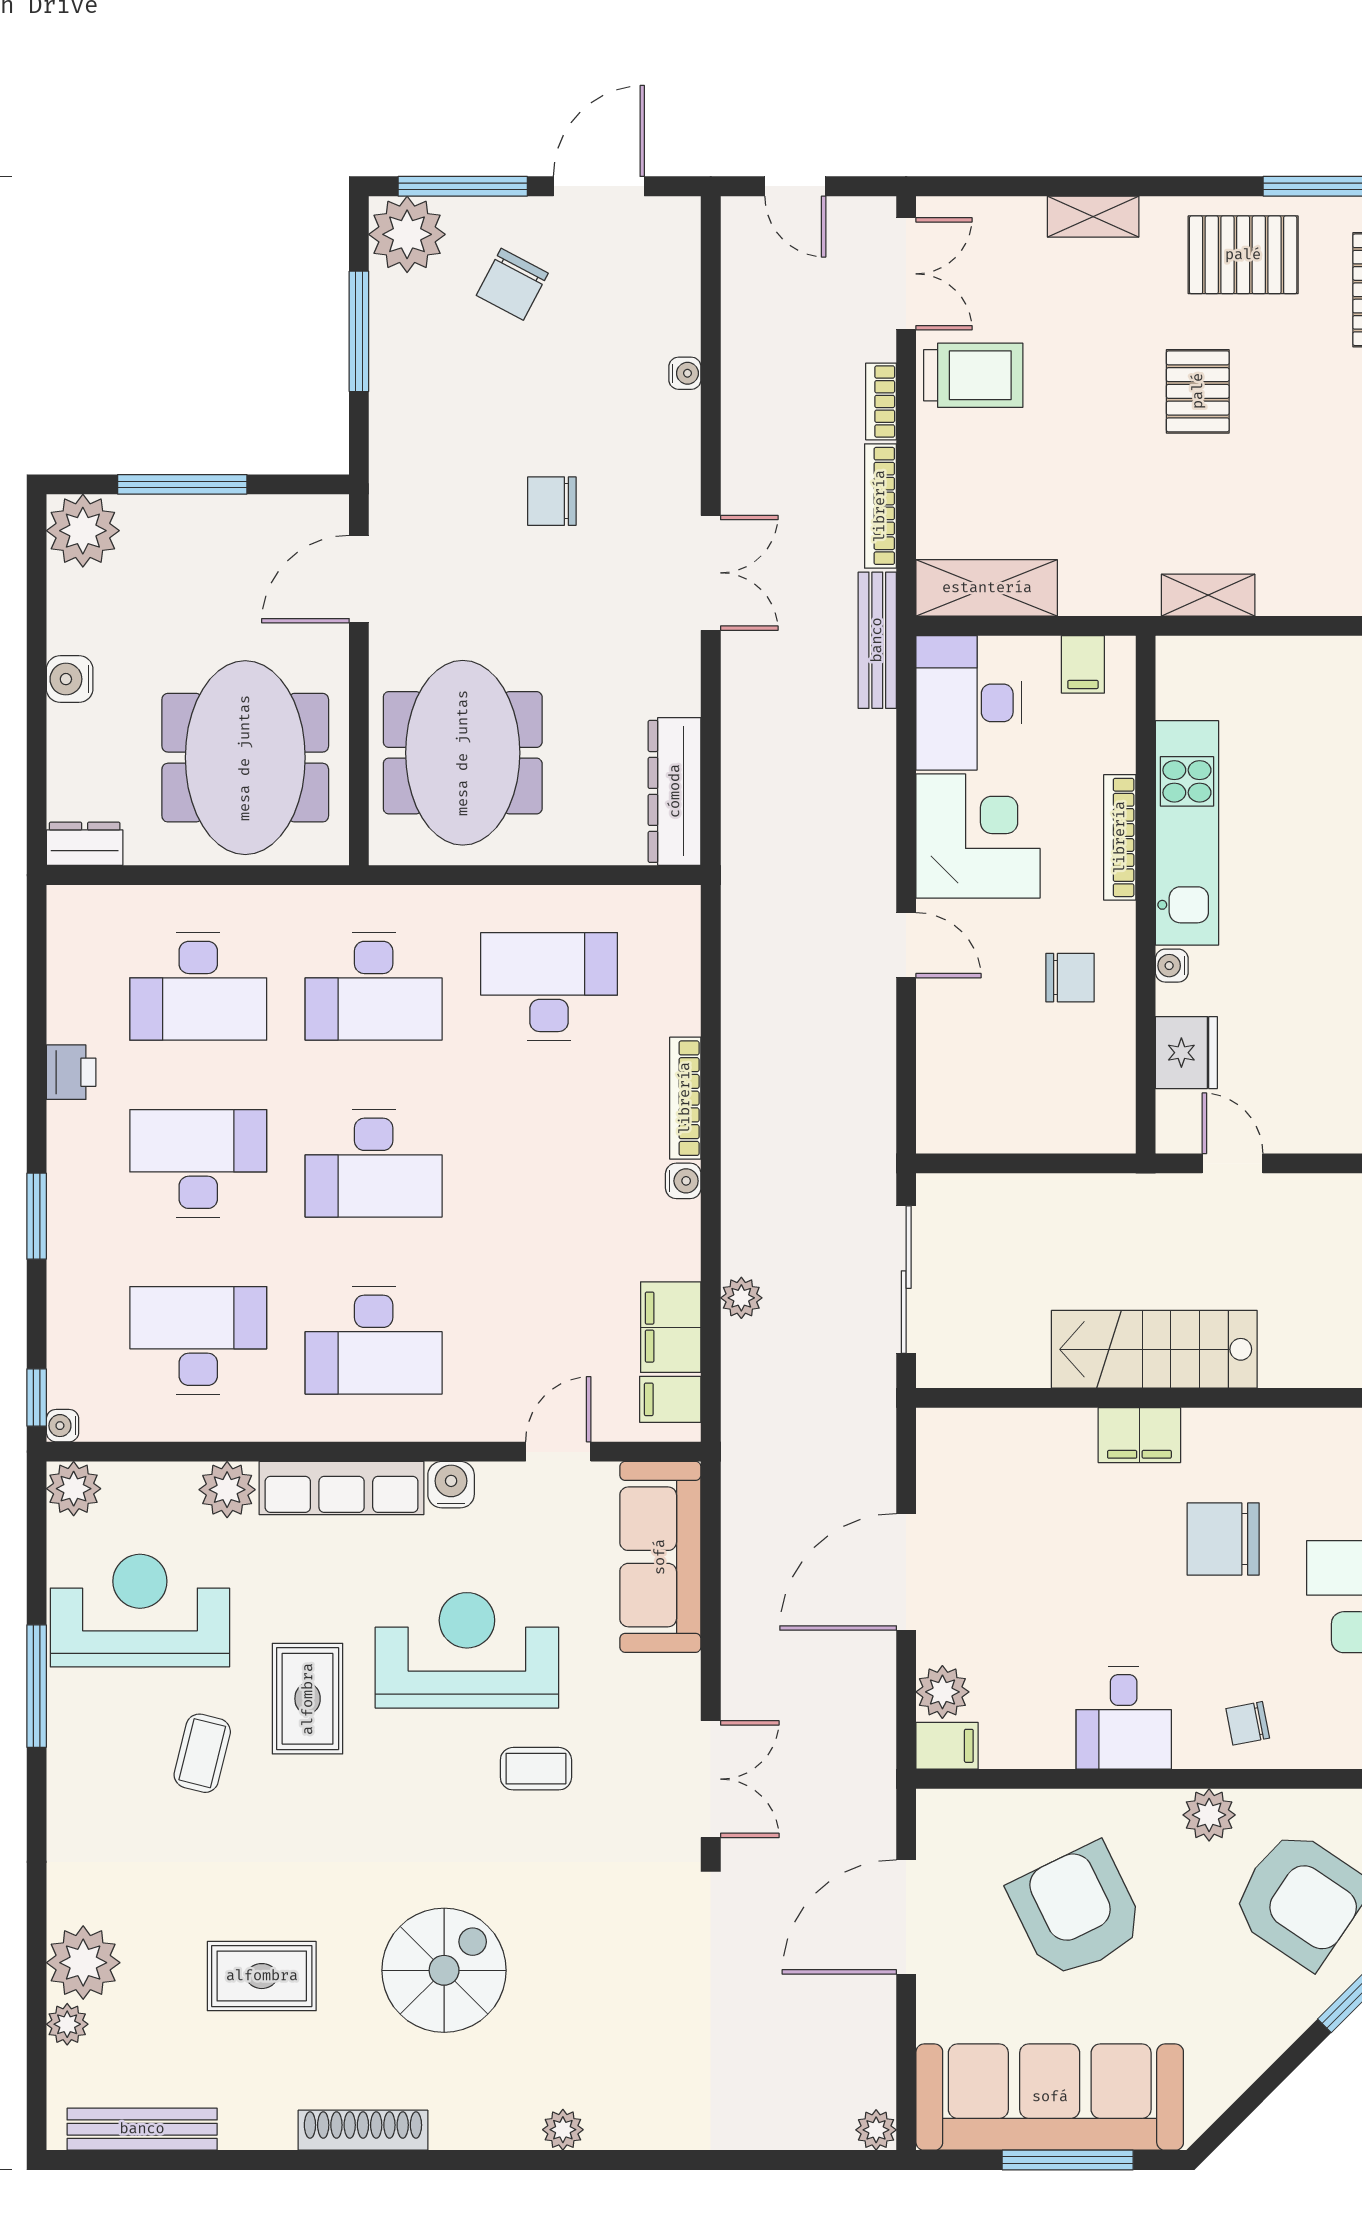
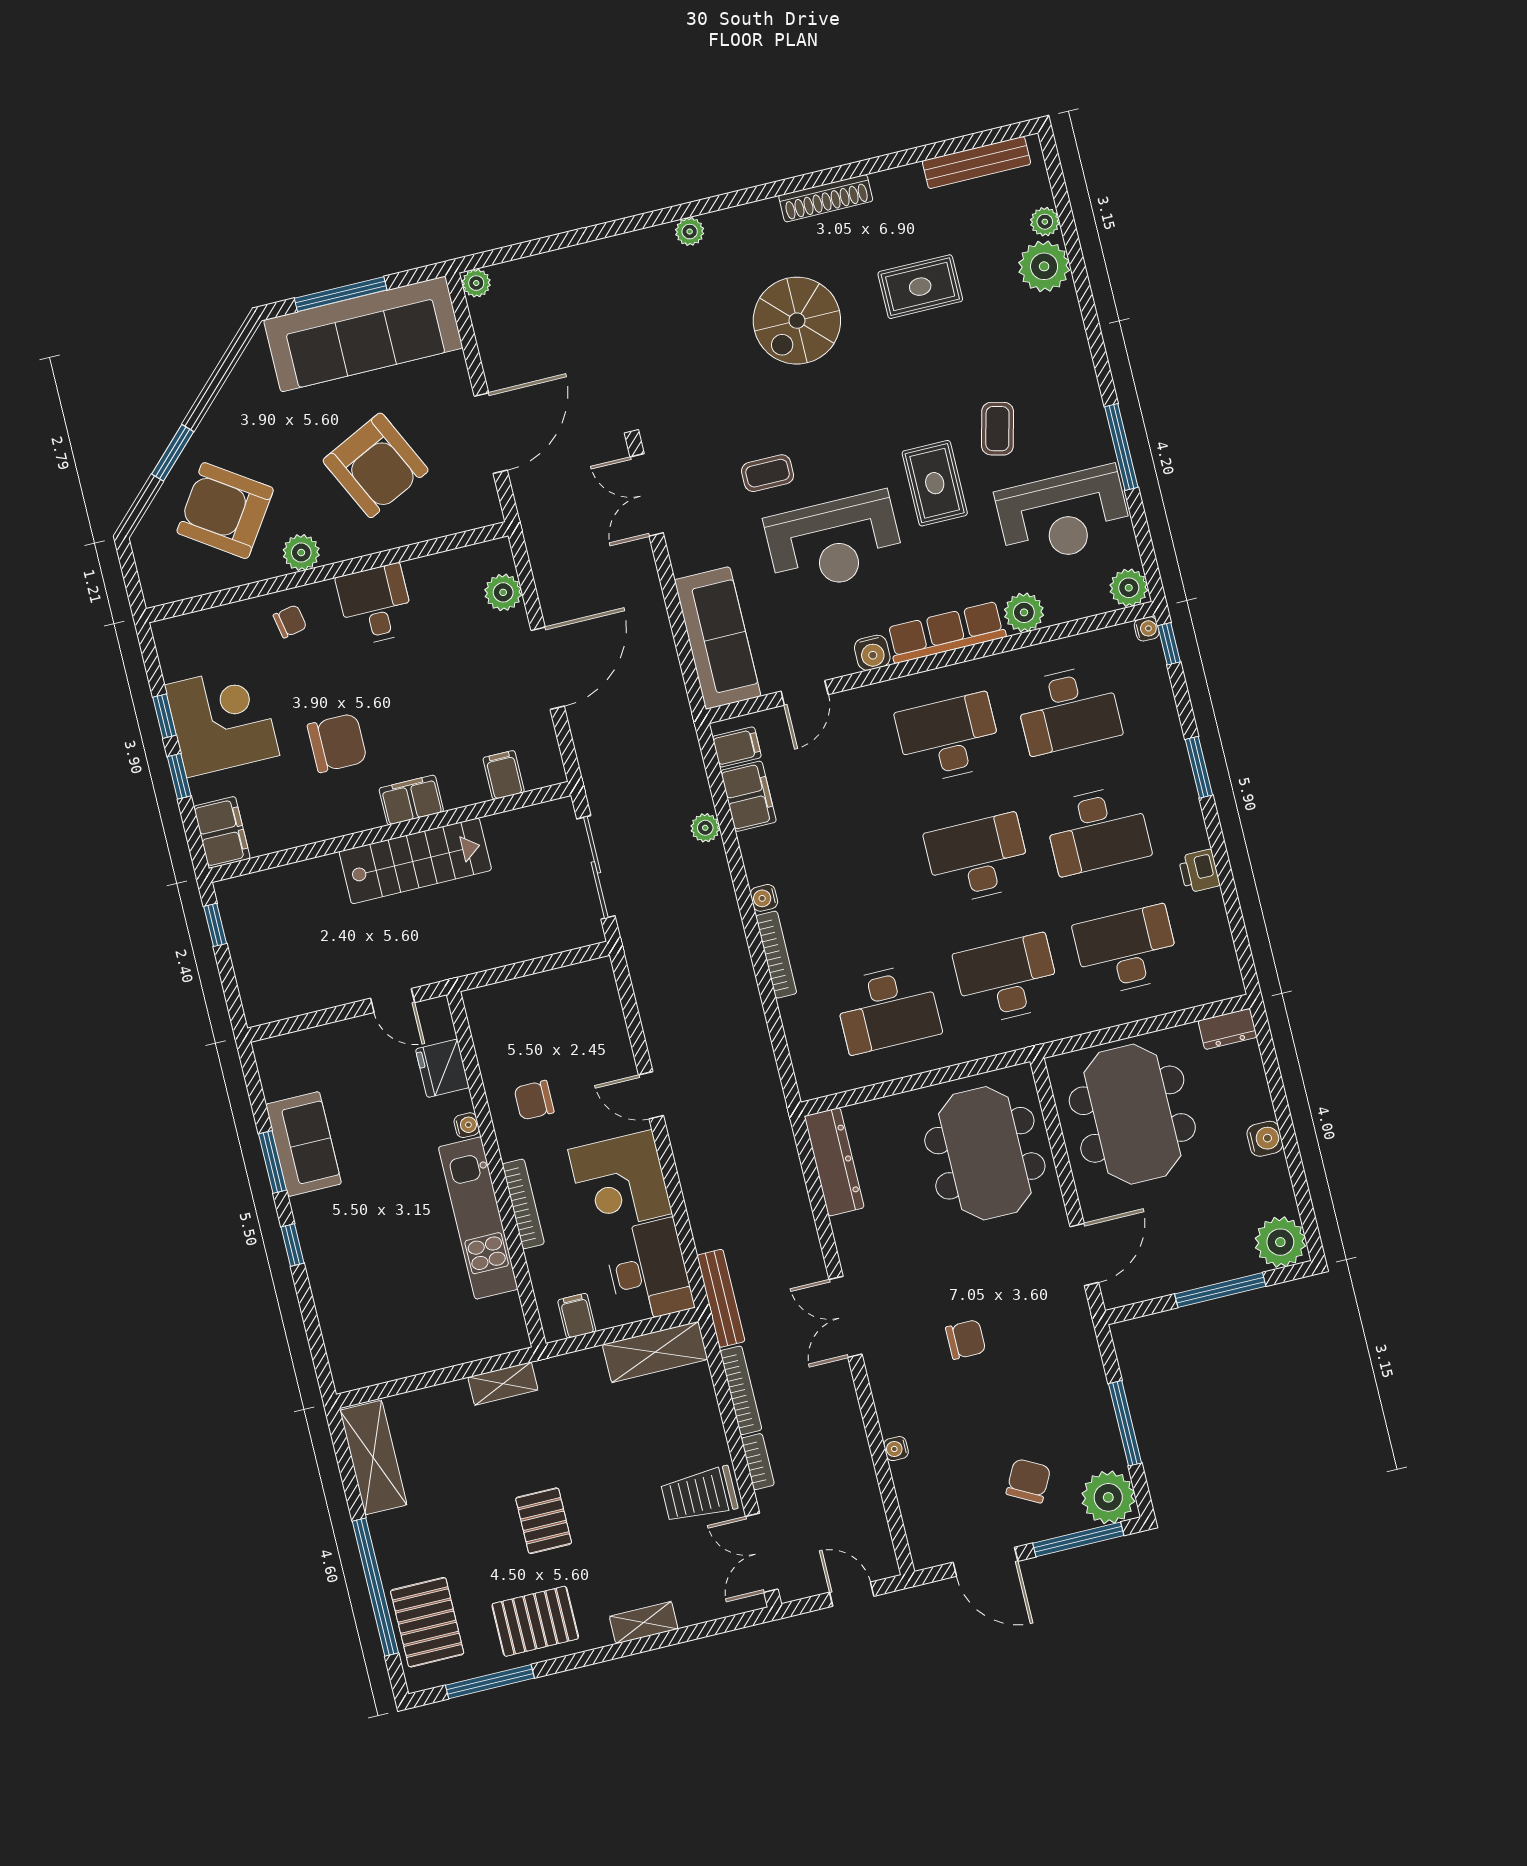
door: (599, 186) -> (985, 1562), hinge flipped
filing cabinet: (947, 1746) -> (504, 775), moved, turned 90

